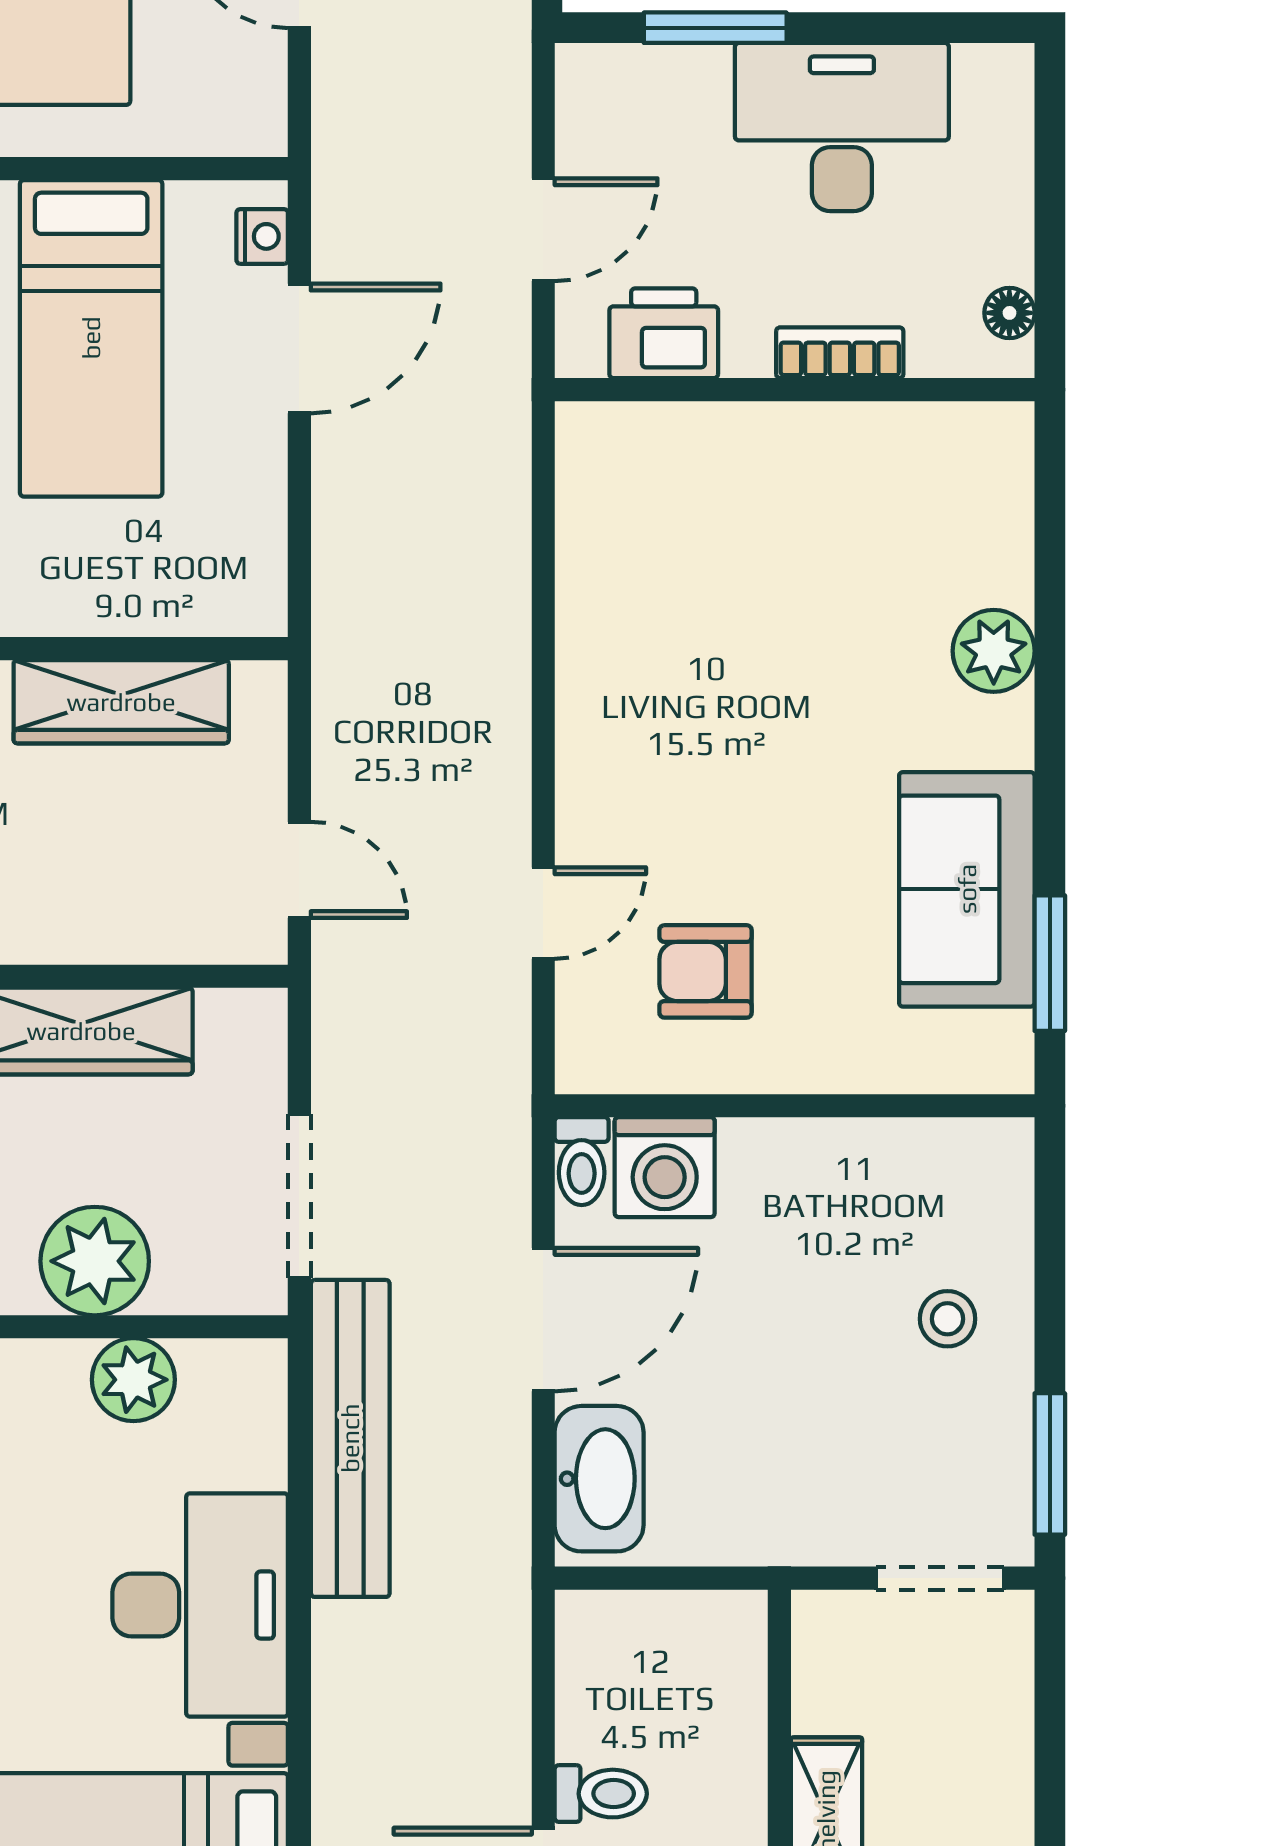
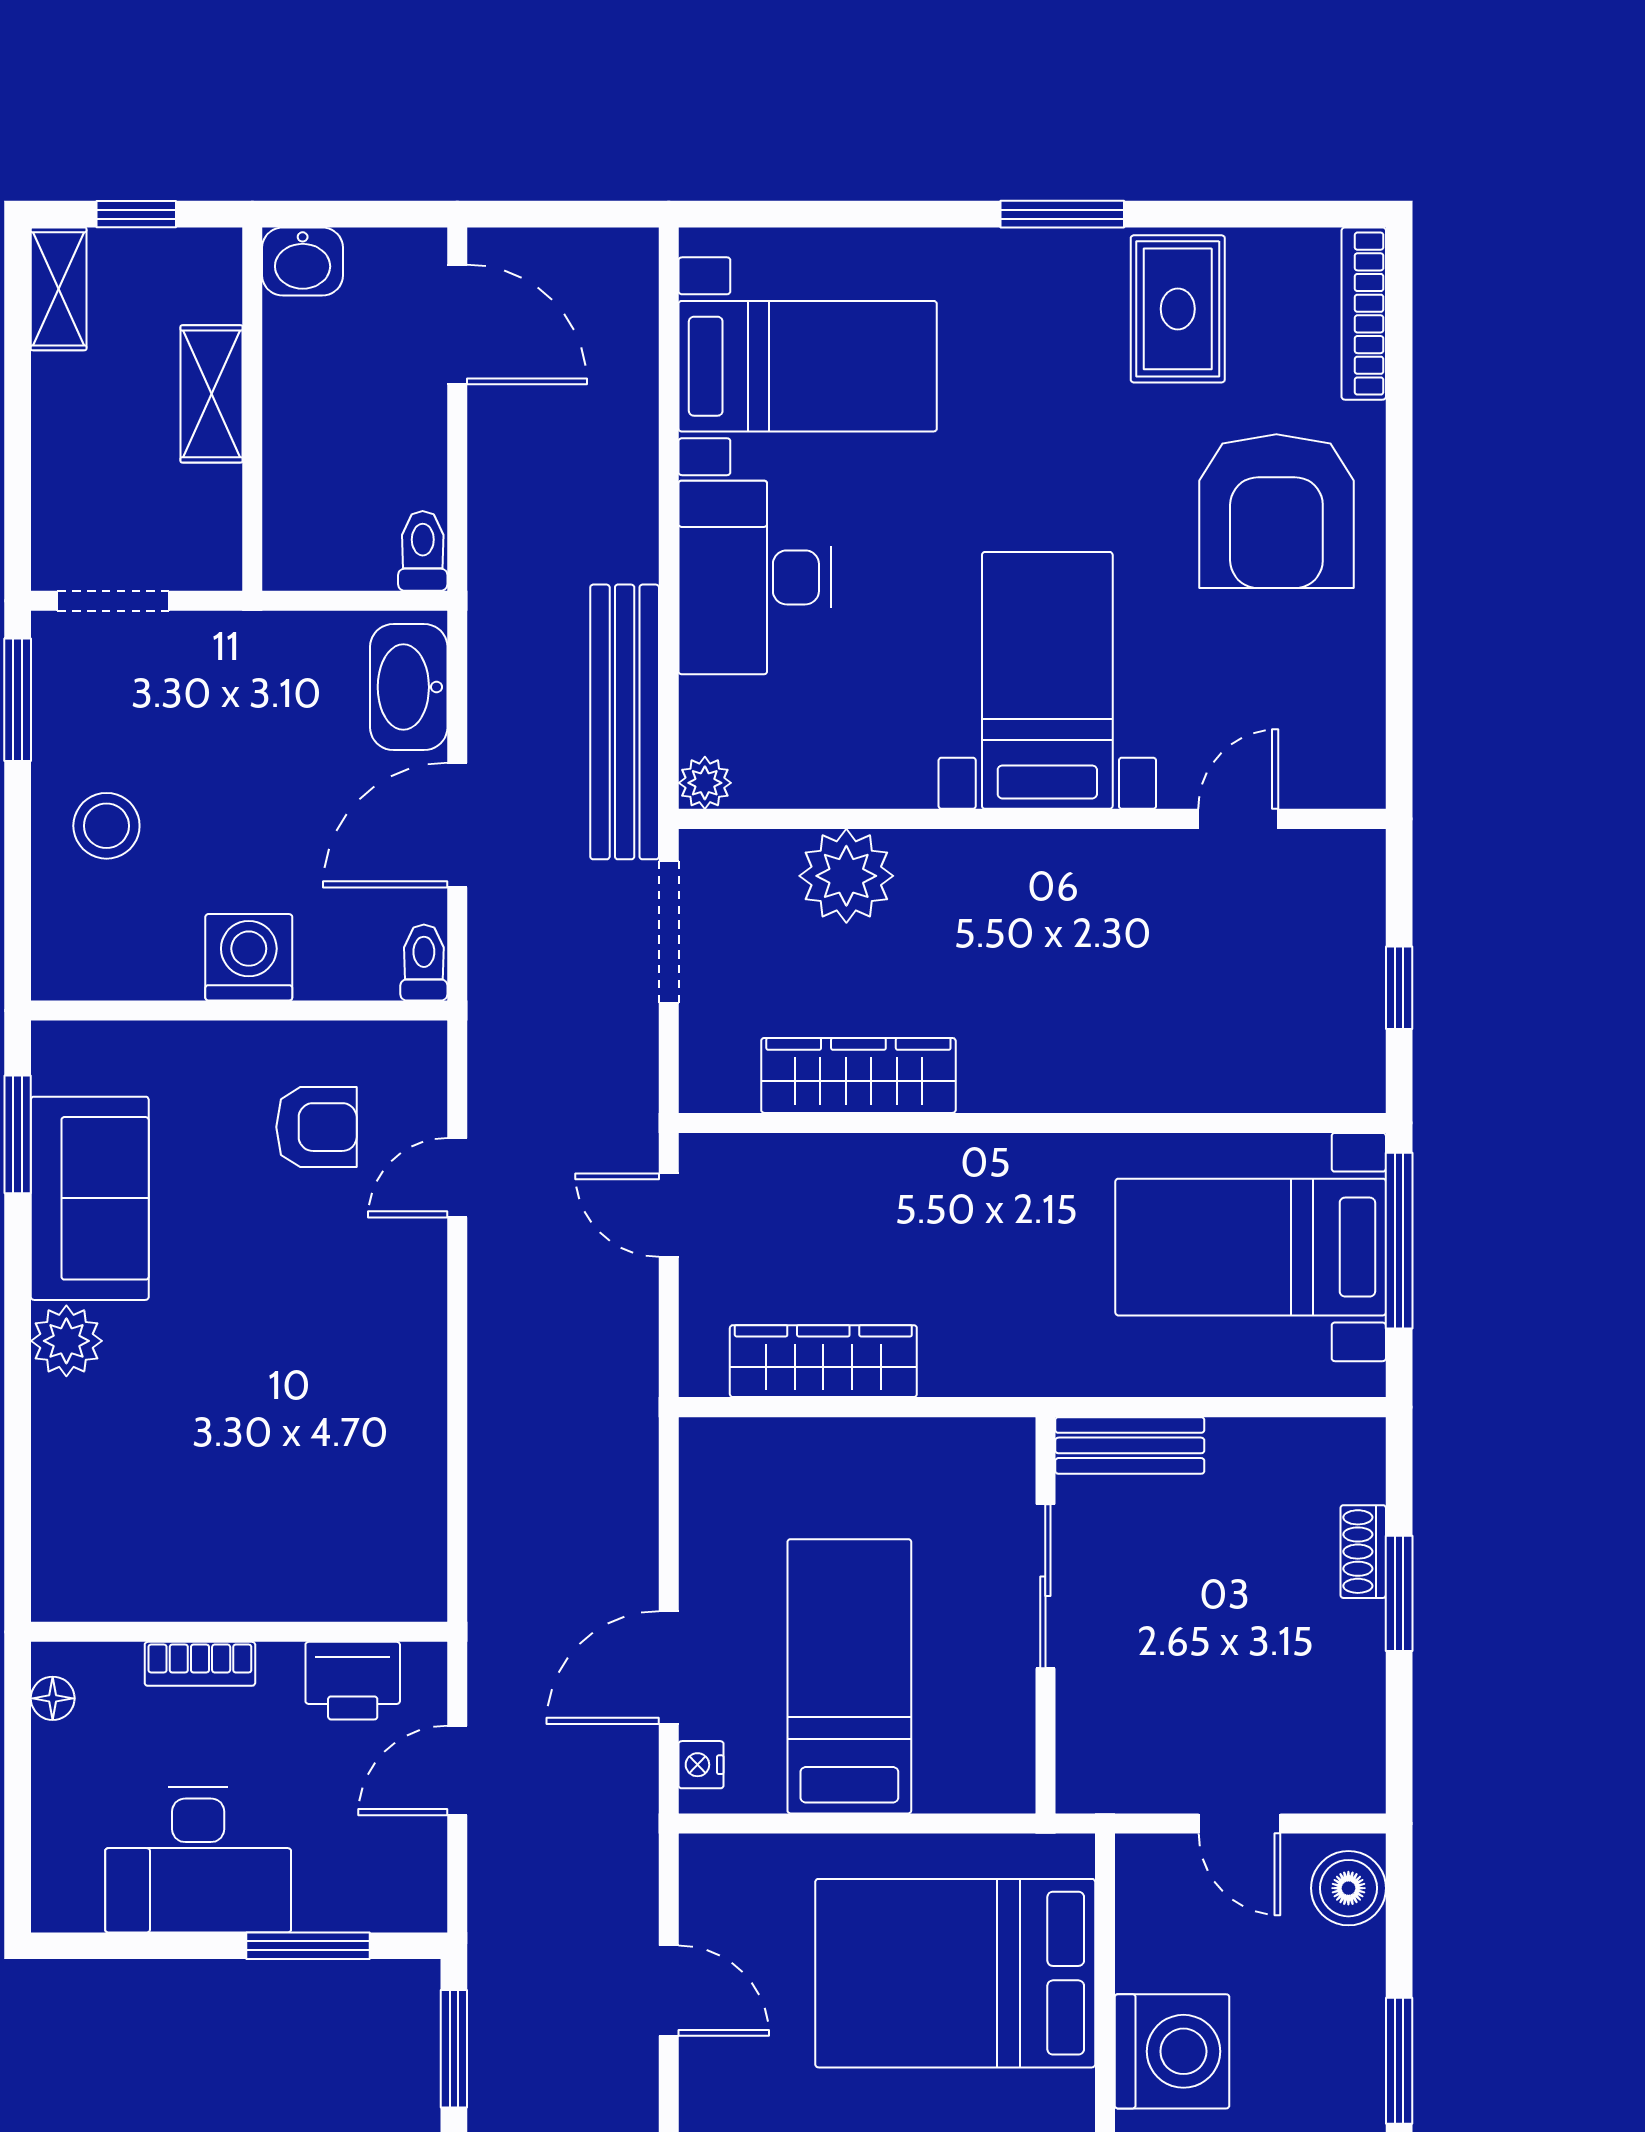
plant: (994, 651) -> (66, 1341), moved
washing machine: (665, 1167) -> (249, 957), moved
stool: (948, 1319) -> (106, 826), width x1.37, depth x1.37
plant: (133, 1380) -> (705, 783), moved, width x0.73, depth x0.73
toilet: (601, 1794) -> (423, 551), moved, turned 90

